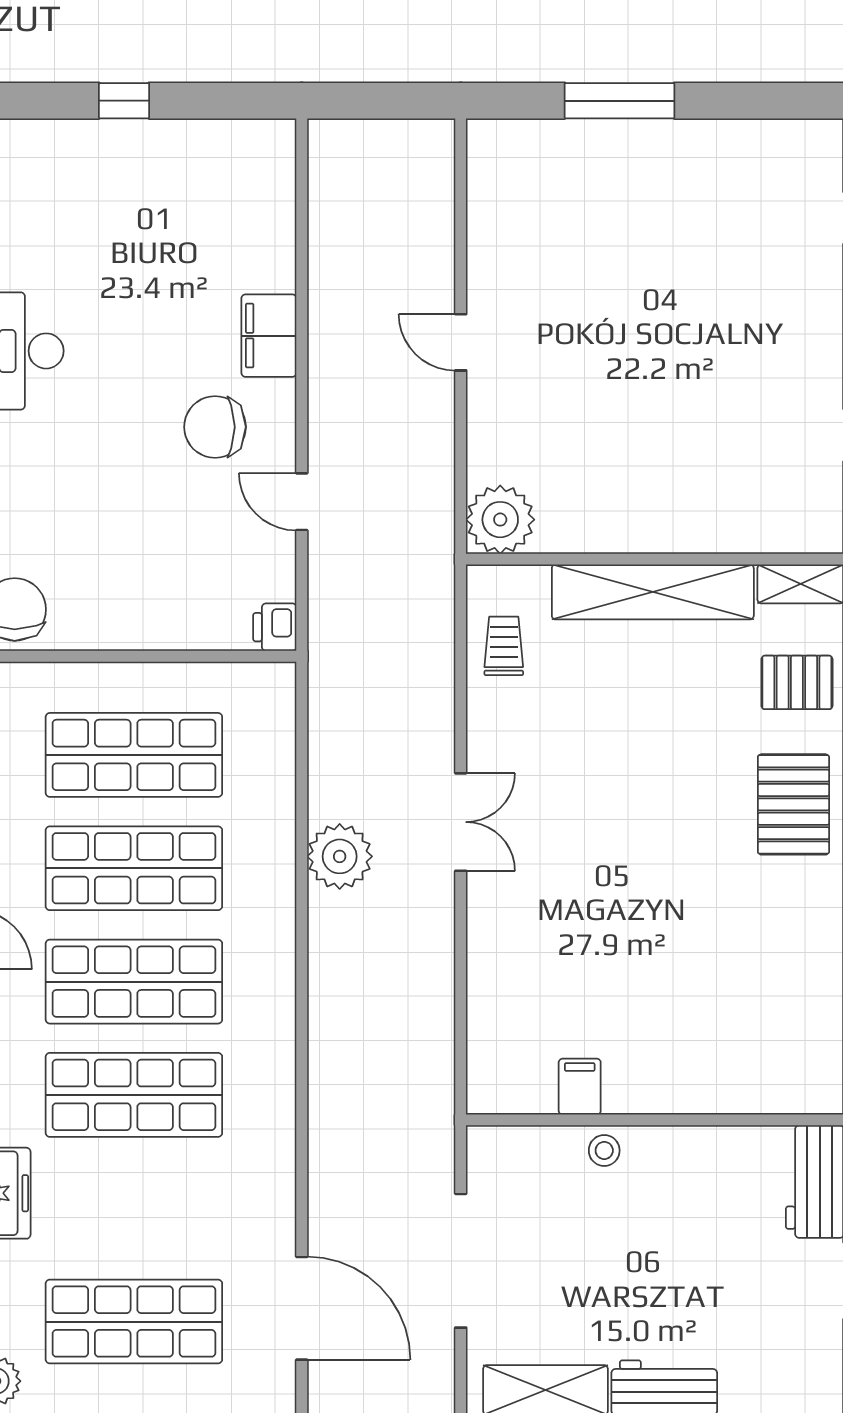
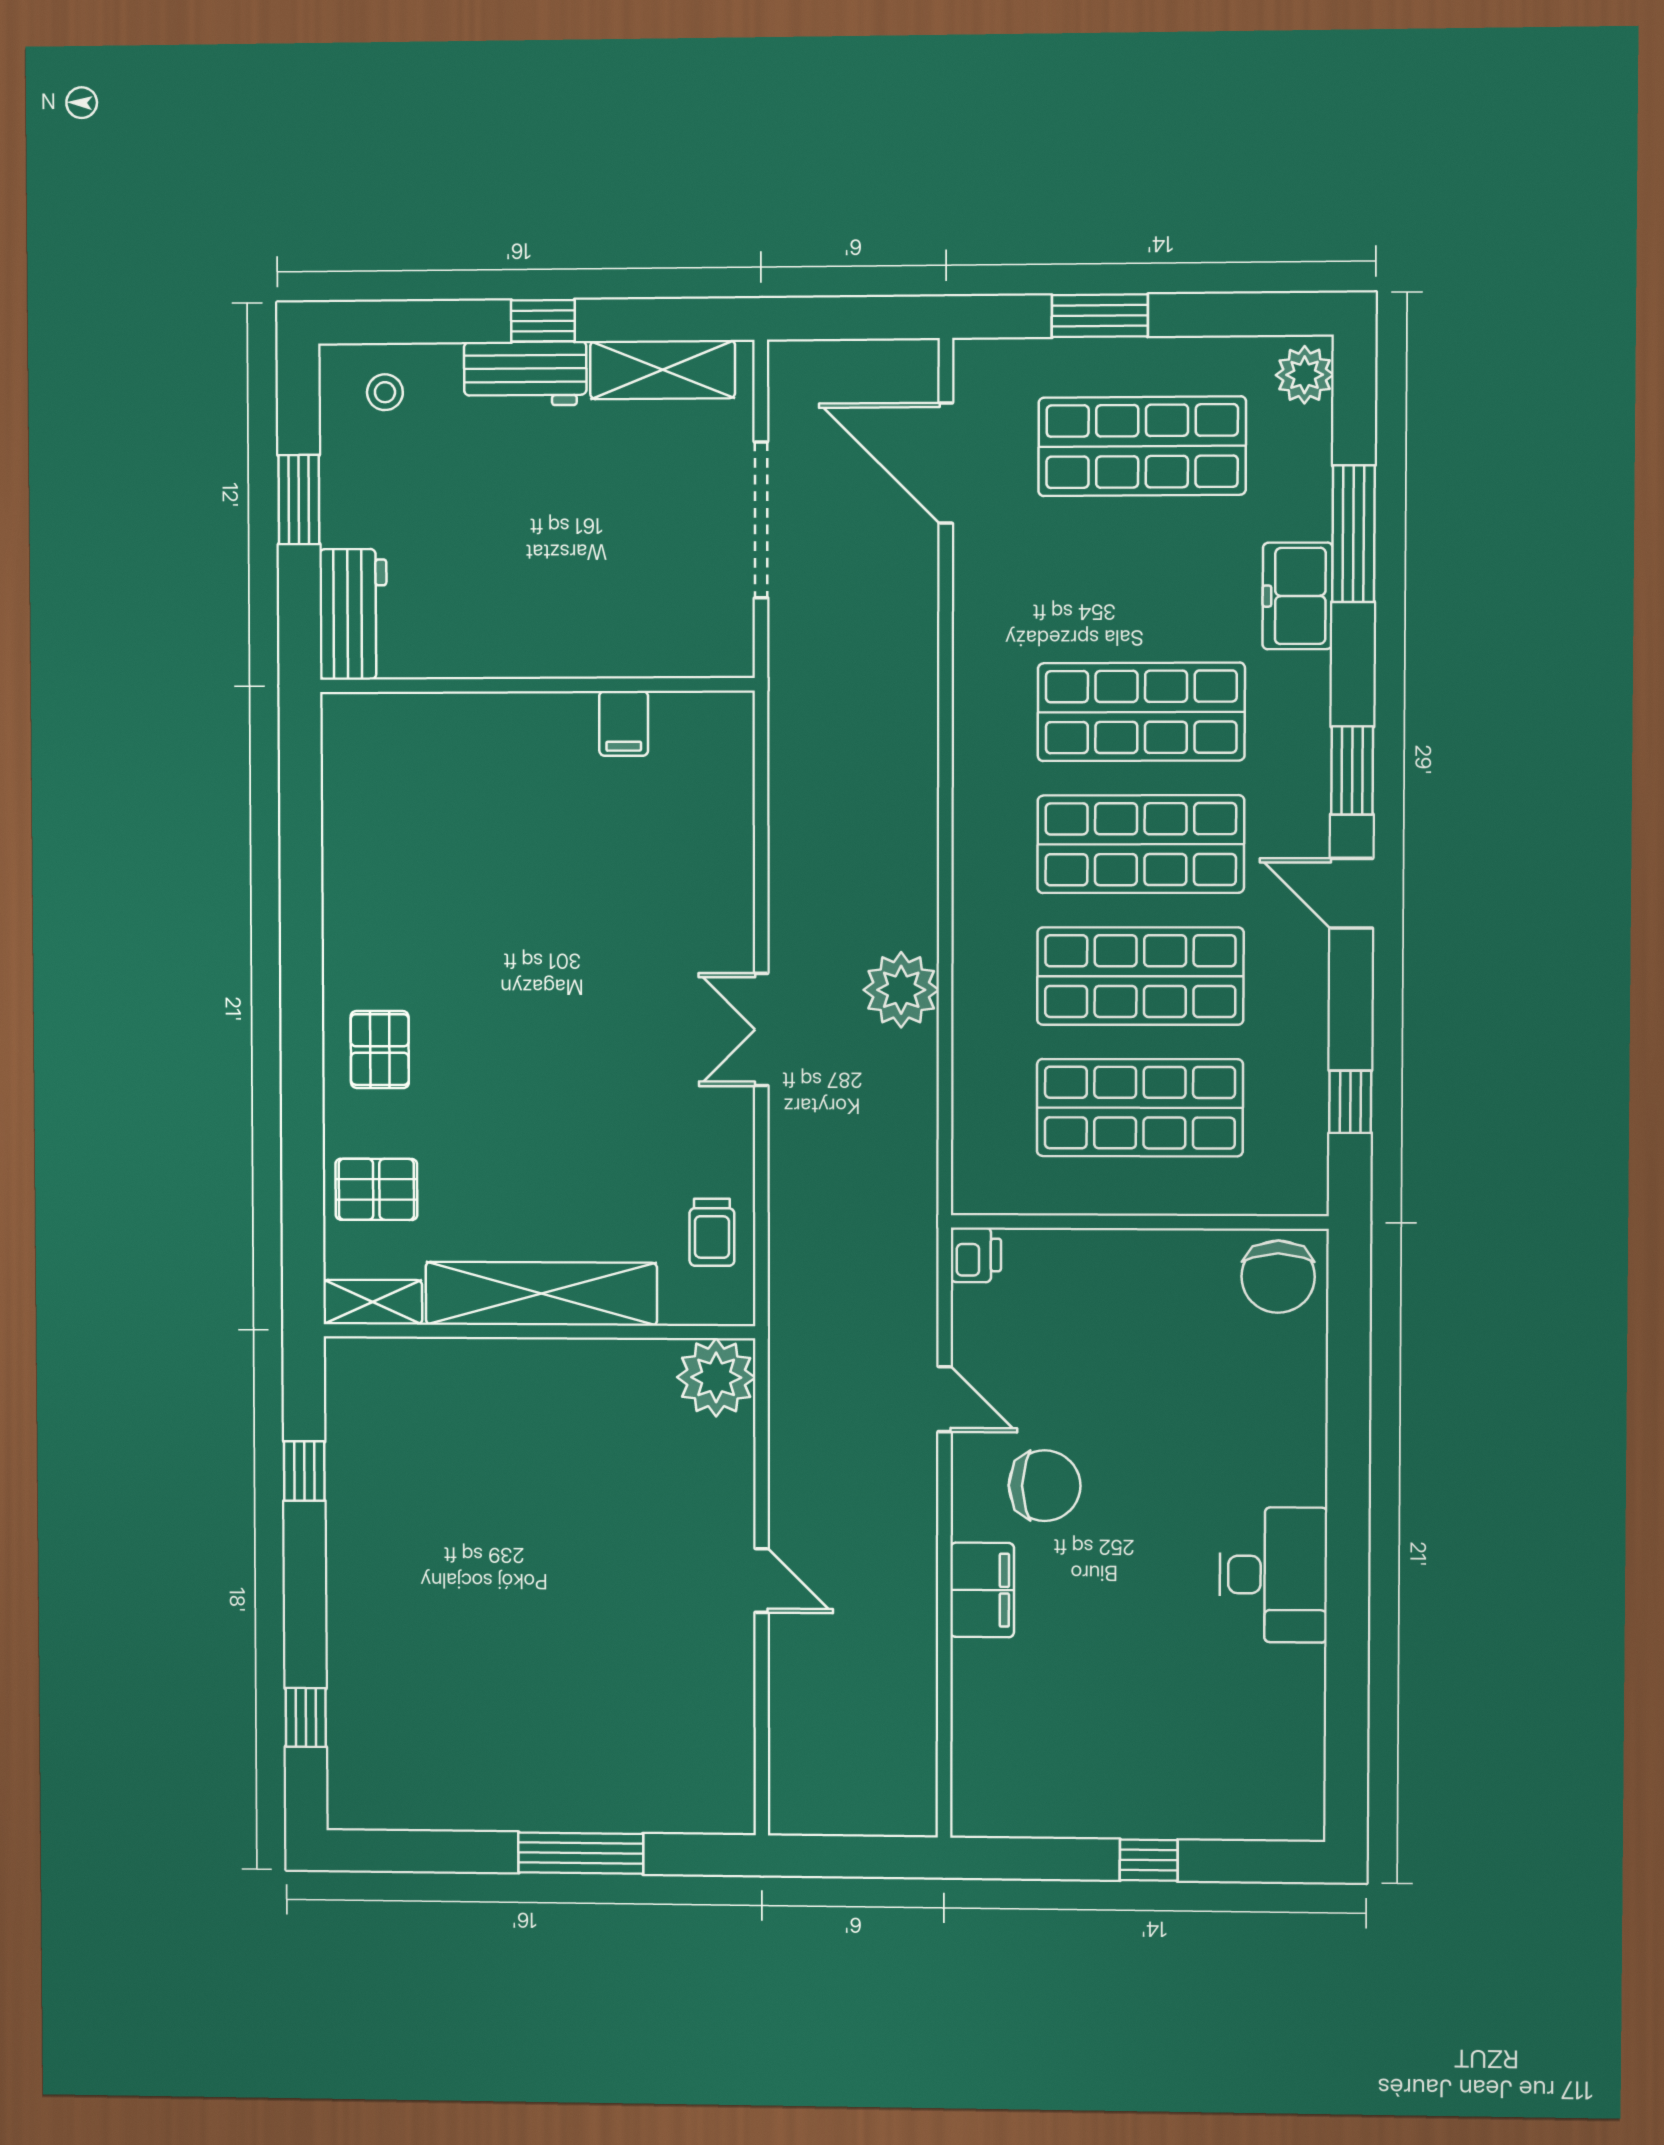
pallet: (793, 804) -> (380, 1050), width x0.67, depth x0.71
stool: (604, 1150) -> (385, 392), moved

